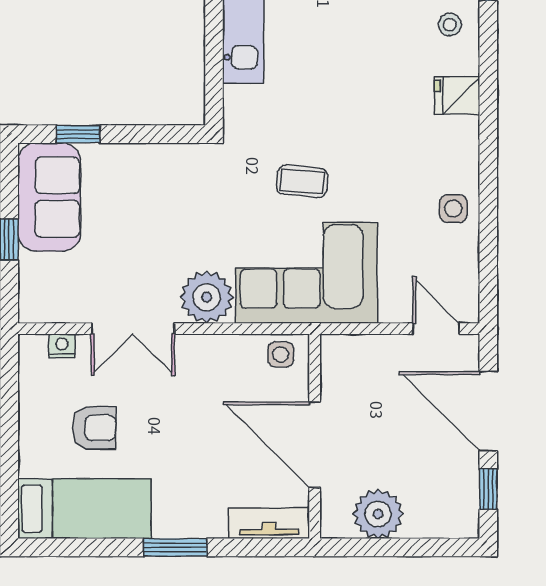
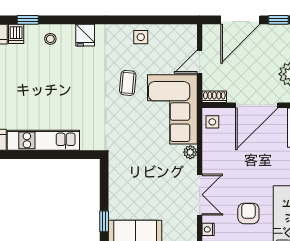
coffee table: (302, 181) -> (128, 83), moved
plant: (207, 297) -> (190, 152), width x0.53, depth x0.53
door: (436, 329) -> (200, 62), moved
shoe rack: (332, 358) -> (214, 97), added

